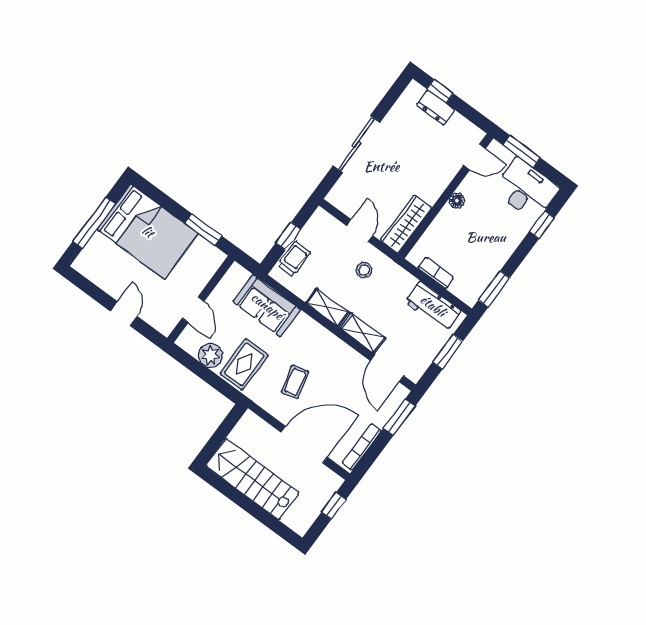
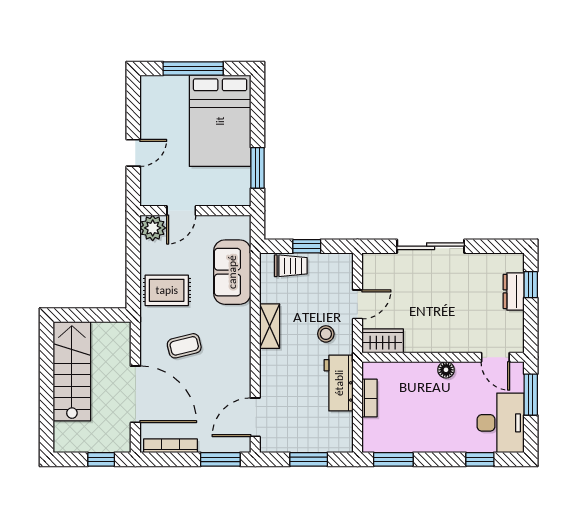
wardrobe: (406, 224) -> (383, 341), width x0.67
workbench: (433, 306) -> (339, 383), moved
shelving: (363, 333) -> (270, 373), removed
plant: (210, 355) -> (153, 228), moved

